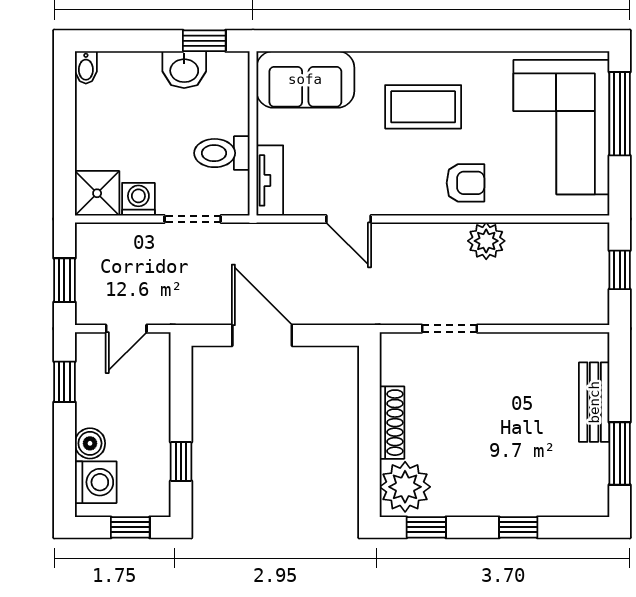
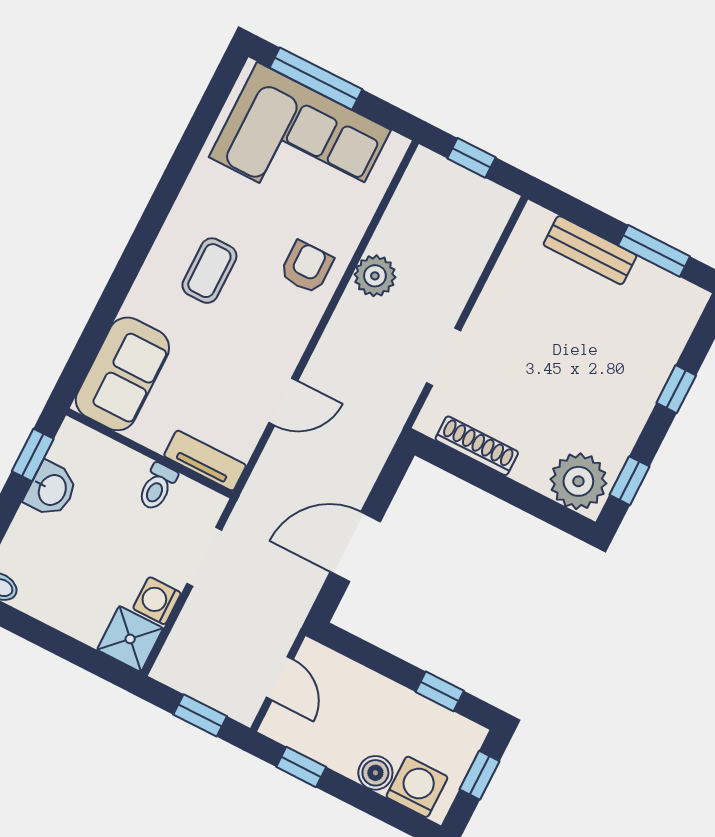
coffee table: (423, 107) -> (209, 271), width x0.73, depth x0.77
toilet: (222, 153) -> (157, 487), width x0.73, depth x0.72
shoe rack: (392, 423) -> (477, 446), moved

